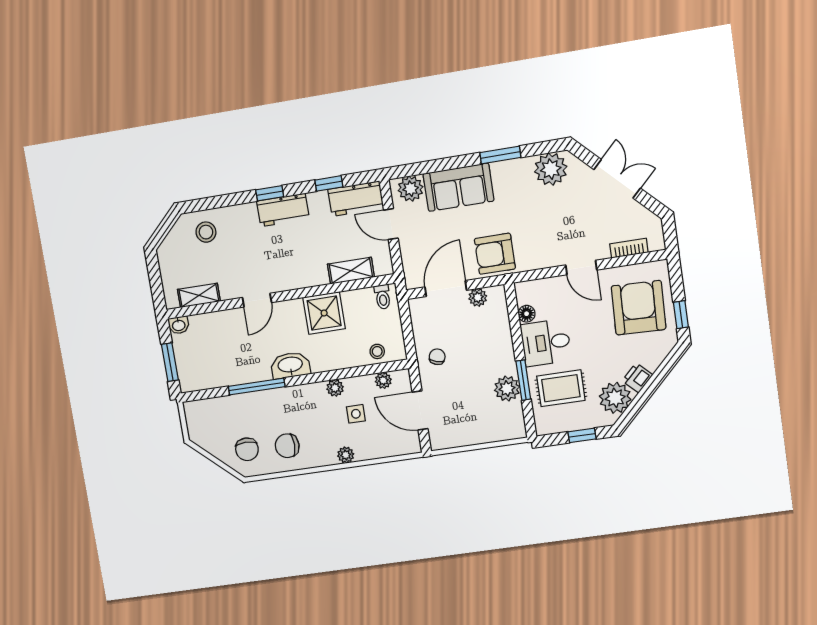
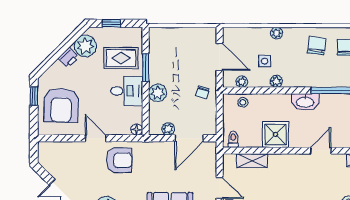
bookcase: (629, 248) -> (62, 146), removed
armchair: (495, 254) -> (119, 160), moved
floor lamp: (527, 314) -> (137, 129), moved
plant: (507, 389) -> (158, 93), moved
chair: (287, 446) -> (317, 46), turned -82

